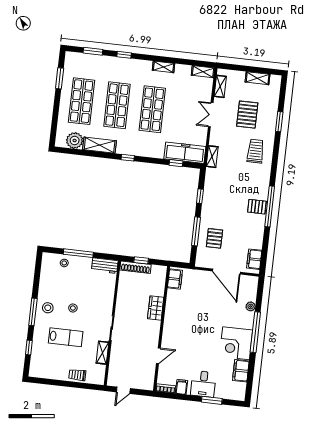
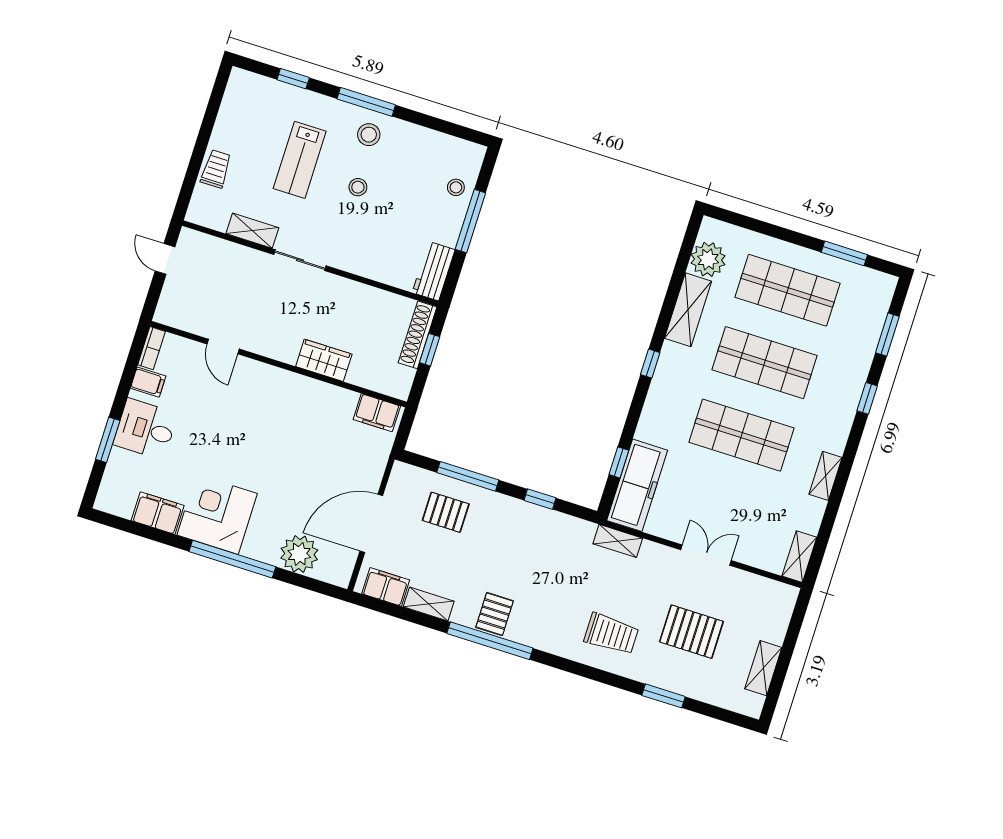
shelving: (220, 86) -> (429, 604), moved
plant: (251, 306) -> (299, 554), width x1.88, depth x1.88

